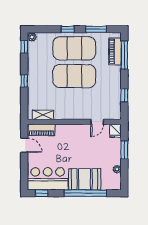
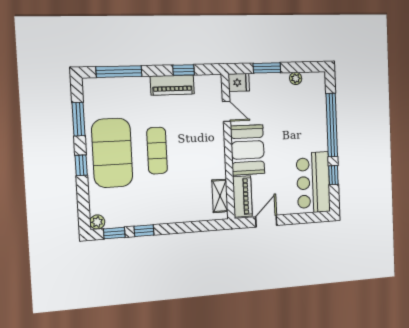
piano: (115, 51) -> (172, 85), moved
exercise mat: (74, 76) -> (157, 151), width x0.50, depth x0.69
window: (24, 81) -> (144, 231), moved
booth: (85, 179) -> (248, 150), moved
window: (42, 193) -> (333, 175), moved

